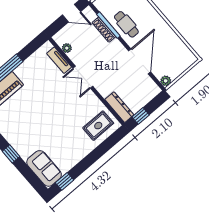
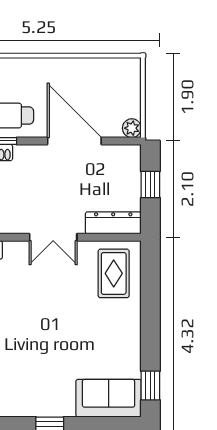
double door: (83, 77) -> (53, 237), moved
window: (141, 116) -> (150, 184), moved

